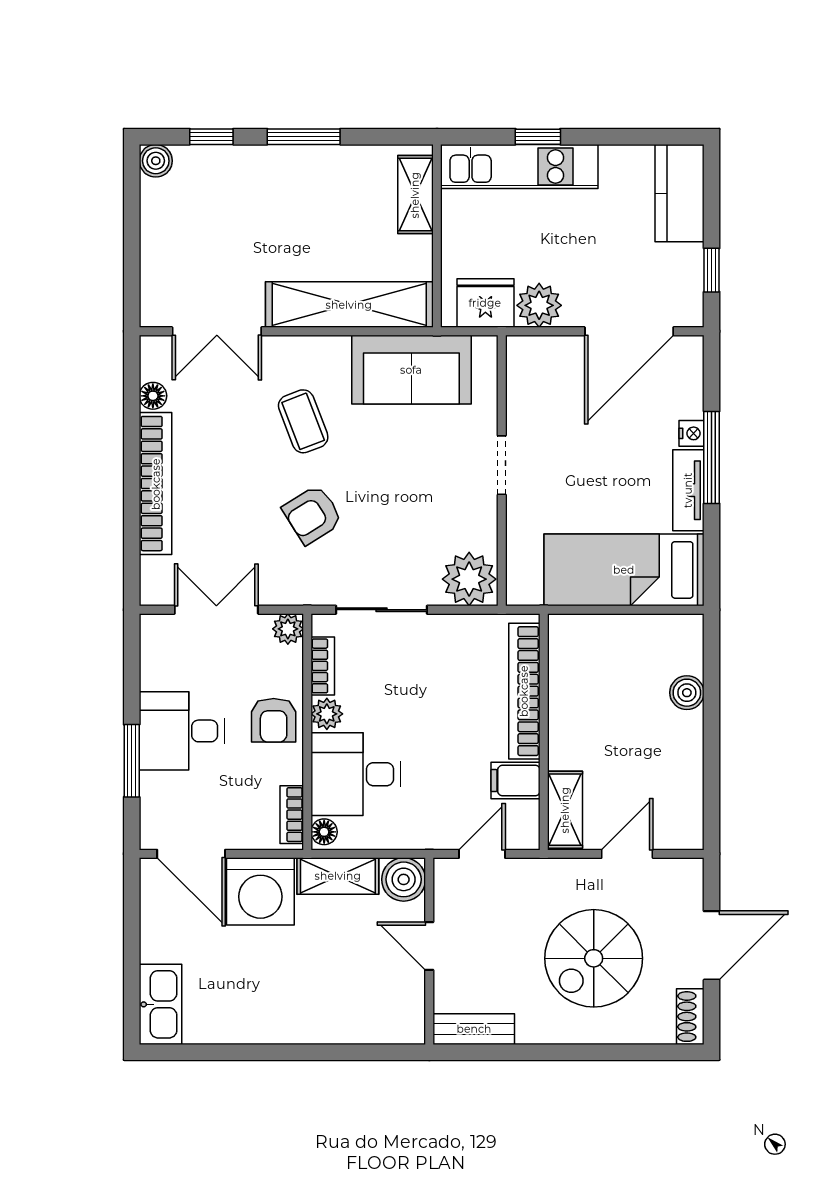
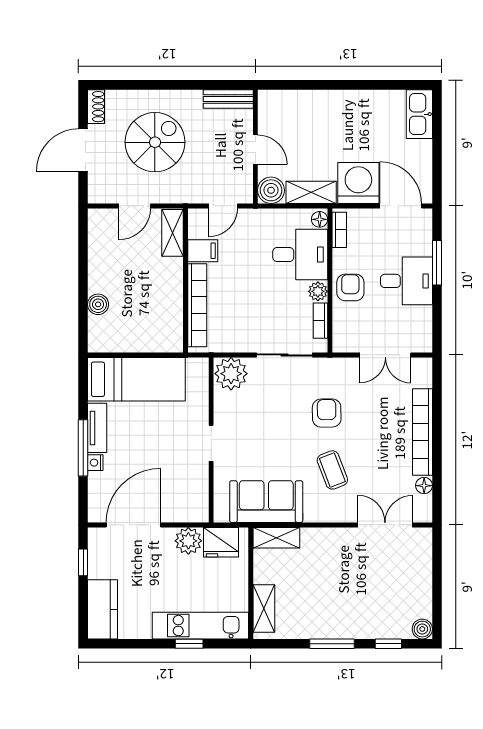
shelving: (349, 305) -> (276, 538), width x0.45, depth x0.75
armchair: (312, 515) -> (327, 413), turned -59
plant: (288, 629) -> (342, 343), removed

